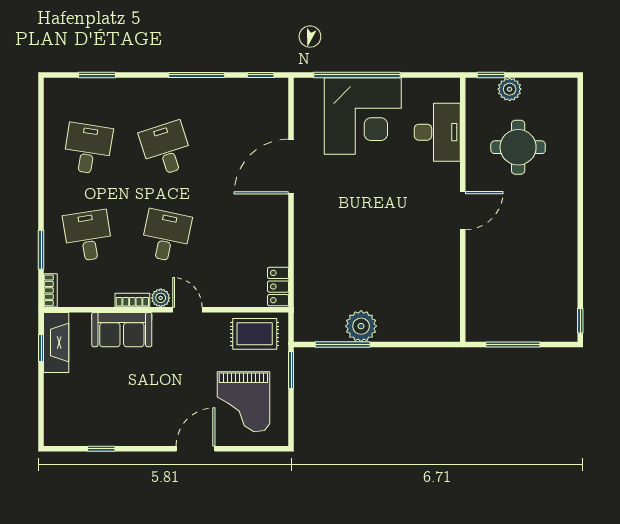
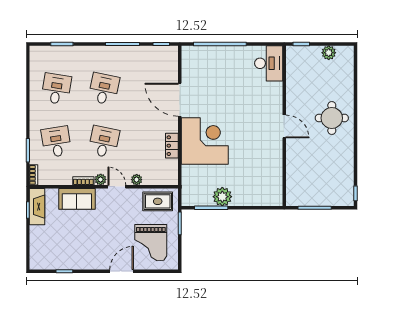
plant: (510, 89) -> (329, 53), moved
corner desk: (363, 116) -> (205, 141), moved, turned -90
desk: (437, 132) -> (269, 63), moved
round table: (518, 147) -> (332, 118), moved
desk: (166, 149) -> (104, 89), turned 30
door: (291, 167) -> (180, 100), hinge flipped
door: (463, 211) -> (284, 126), hinge flipped
locker: (278, 287) -> (172, 146), moved
plant: (220, 298) -> (137, 180), added

